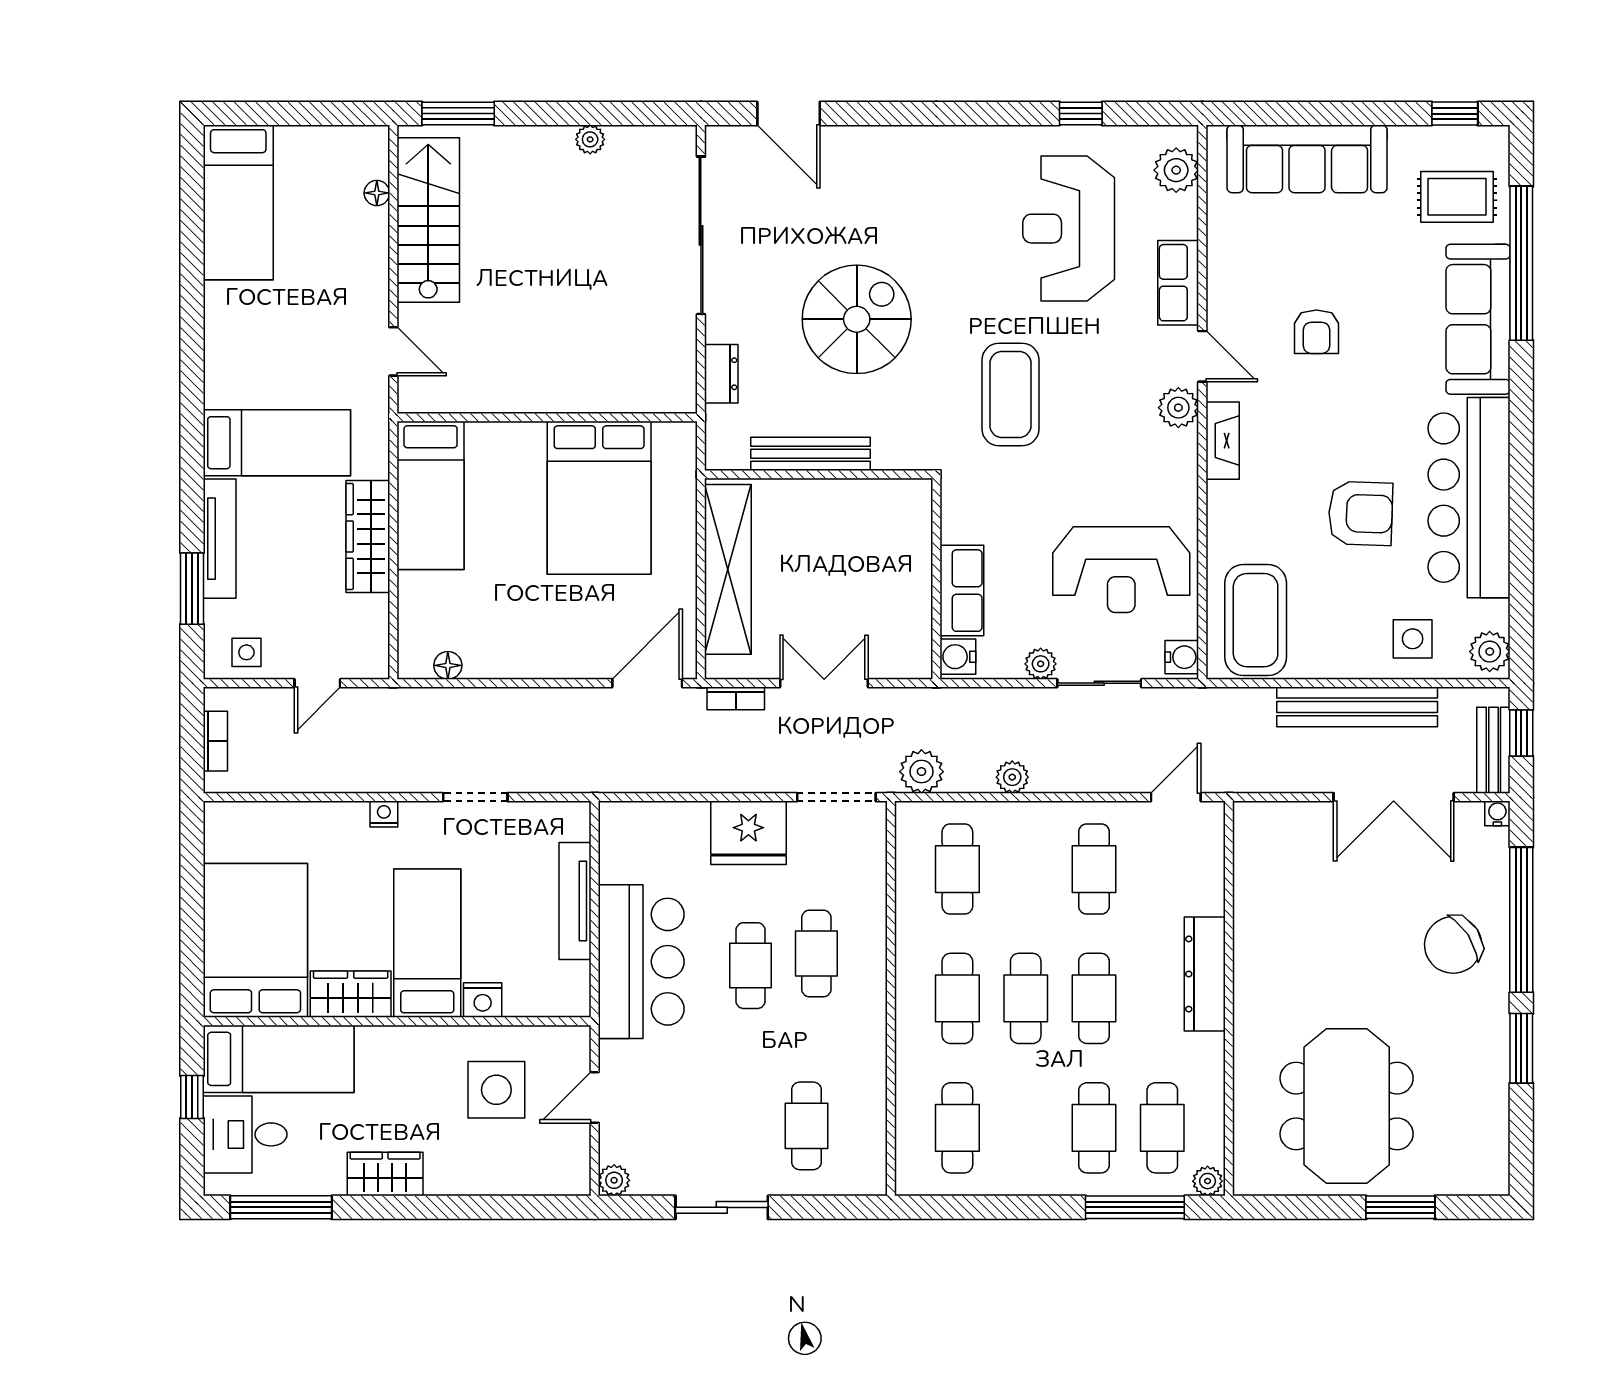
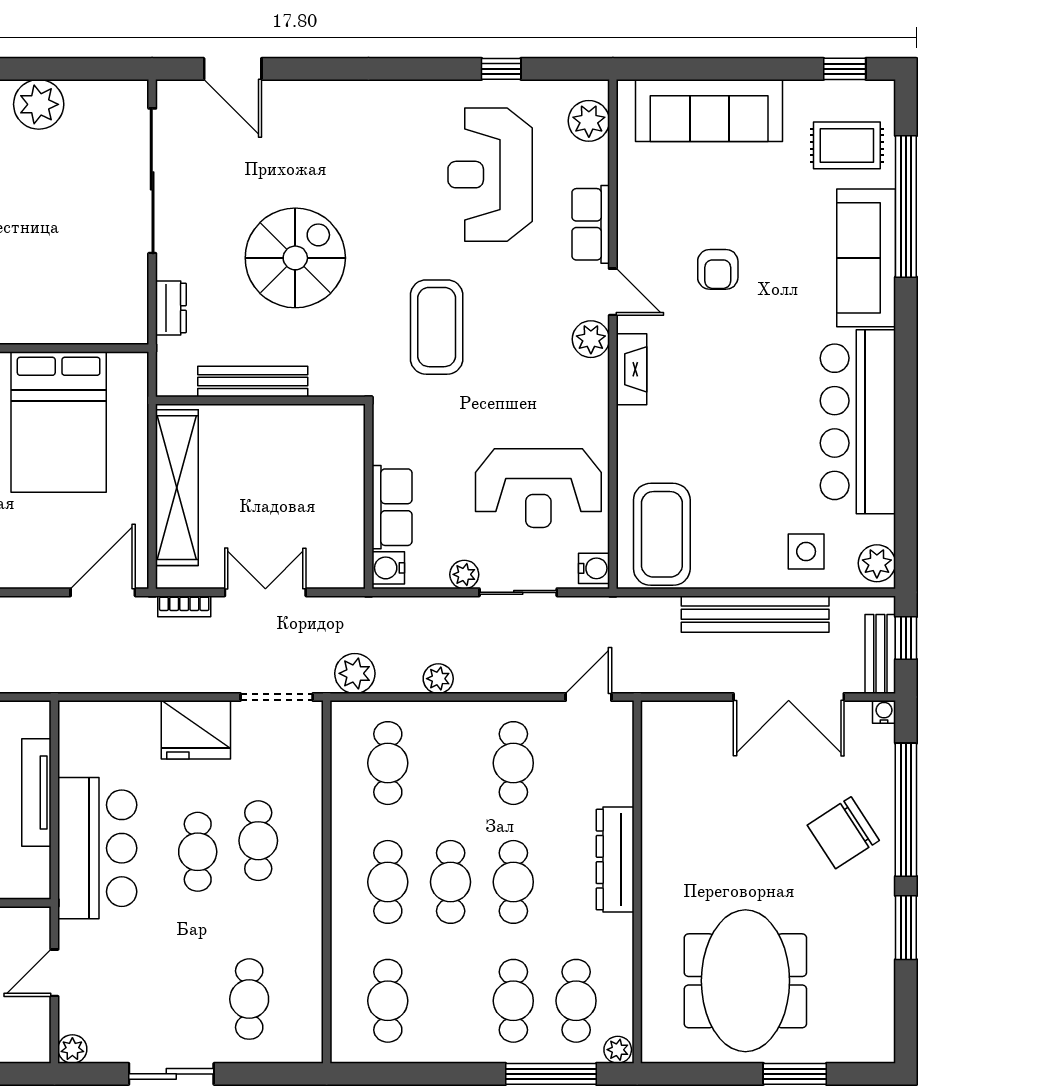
plant: (590, 139) -> (39, 104), width x1.87, depth x1.87
armchair: (1361, 513) -> (758, 436), removed

